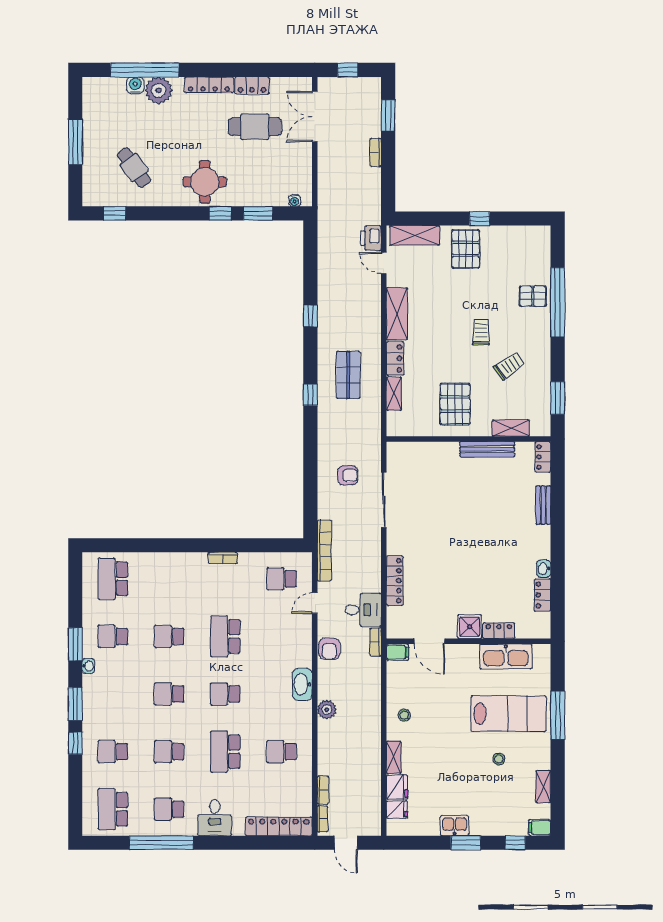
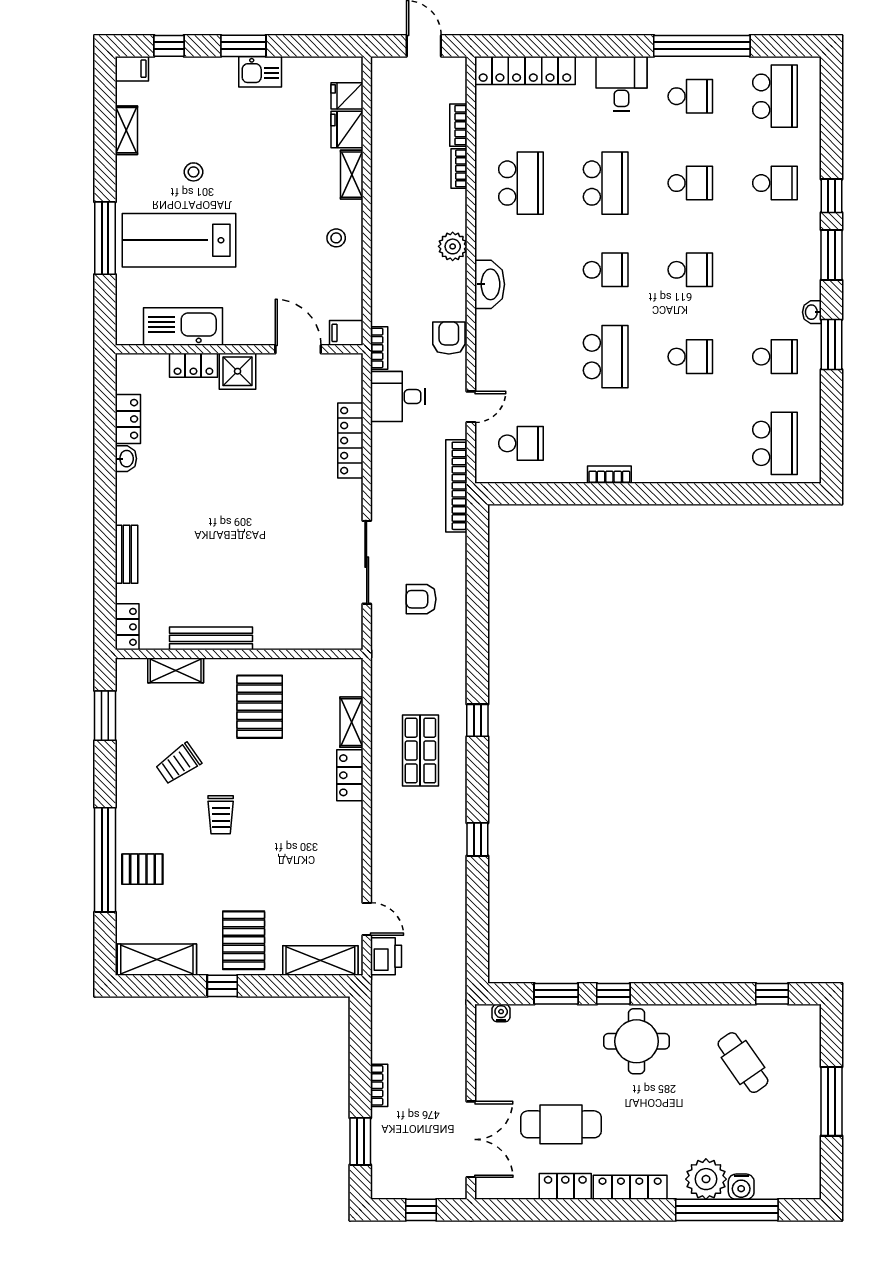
shelving: (397, 314) -> (157, 960), moved, turned 90
school desk: (281, 752) -> (521, 183), width x1.85
bookcase: (323, 819) -> (459, 168), moved

